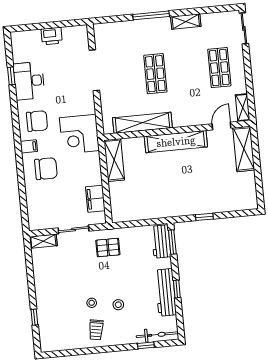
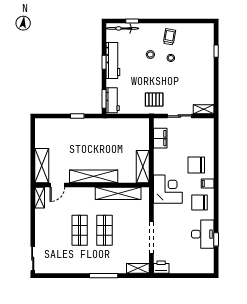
shelving: (186, 21) -> (138, 268), moved
printer: (52, 36) -> (161, 267), moved
shop shelf: (219, 68) -> (80, 230), moved

